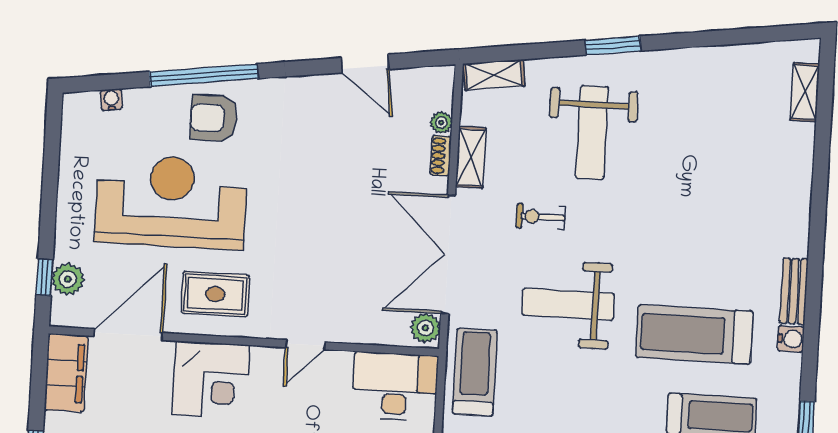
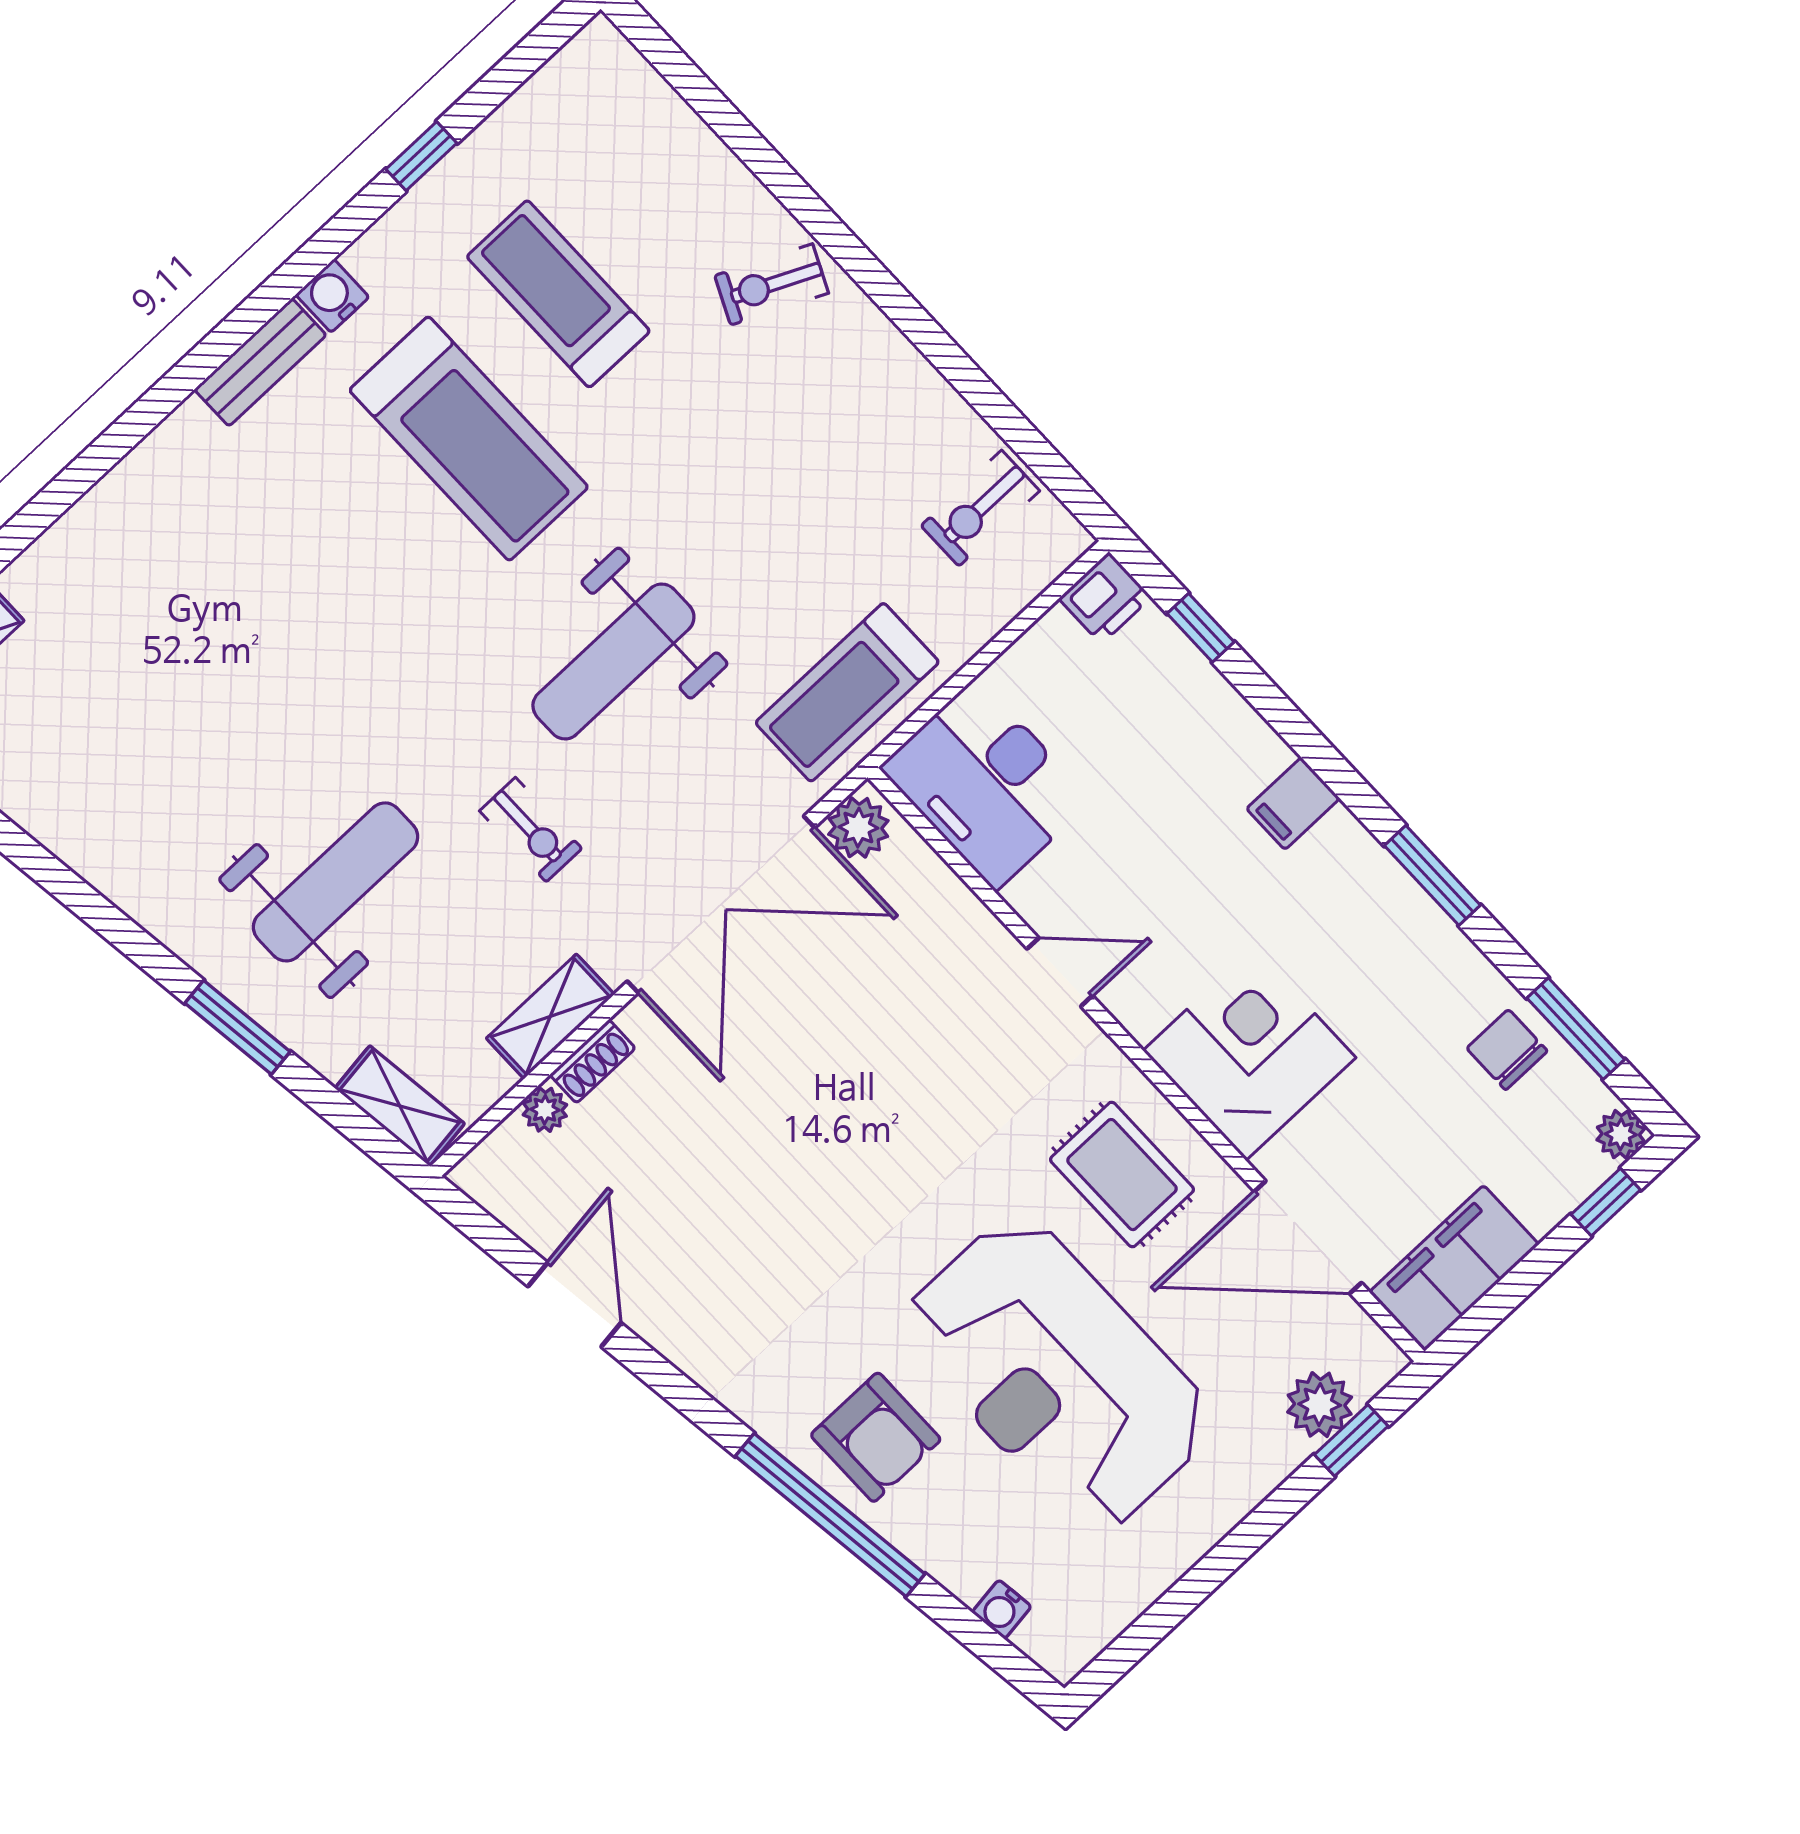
window: (613, 45) -> (237, 1027), moved
weight bench: (568, 304) -> (613, 661), turned 90

